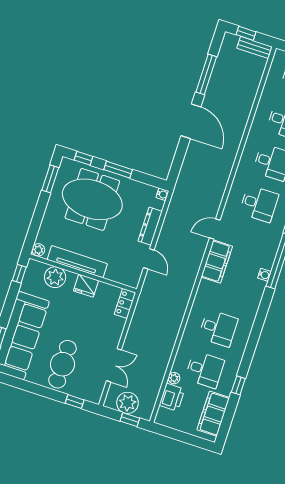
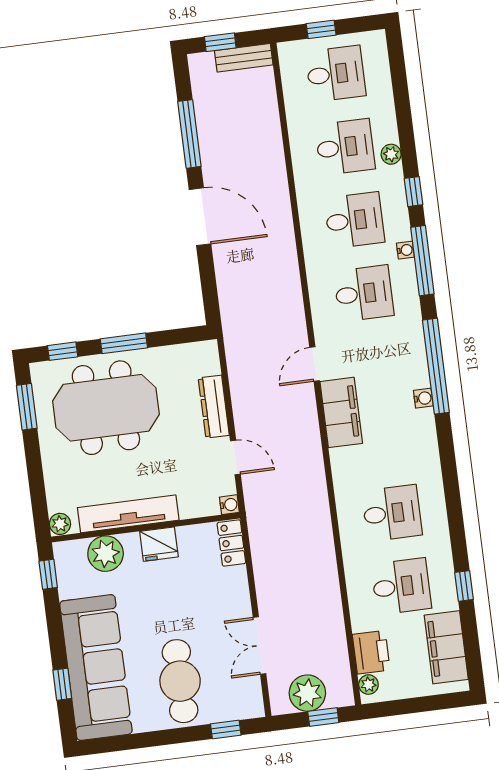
water cooler: (162, 194) -> (229, 505), moved
double door: (114, 365) -> (259, 646), swing flipped
plant: (174, 378) -> (368, 685), moved

